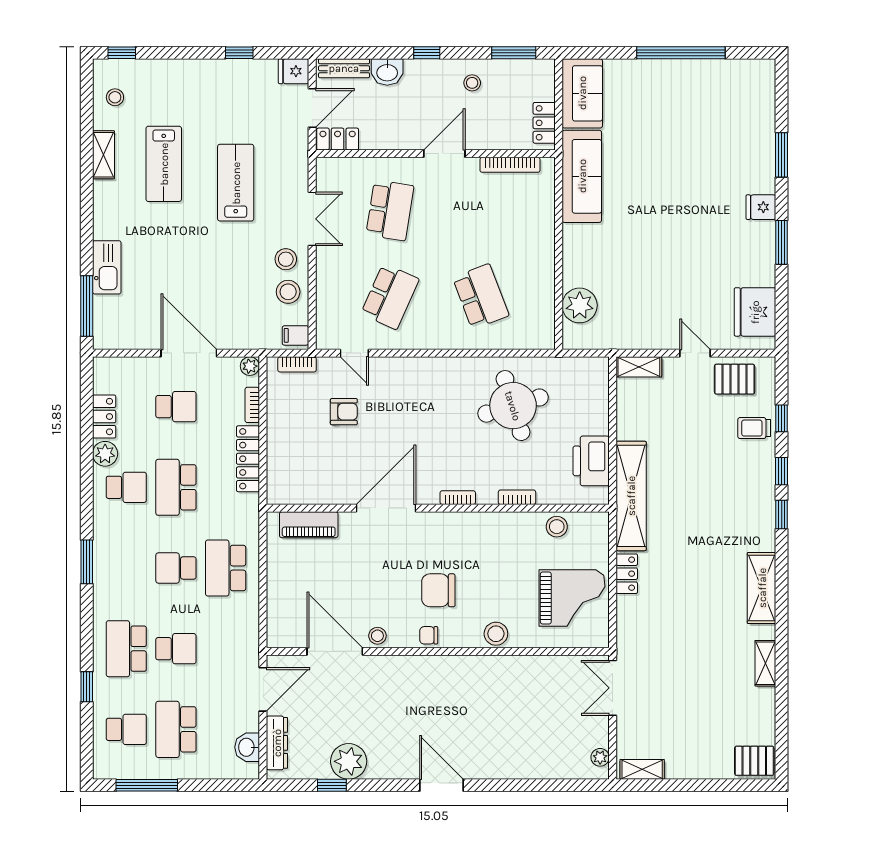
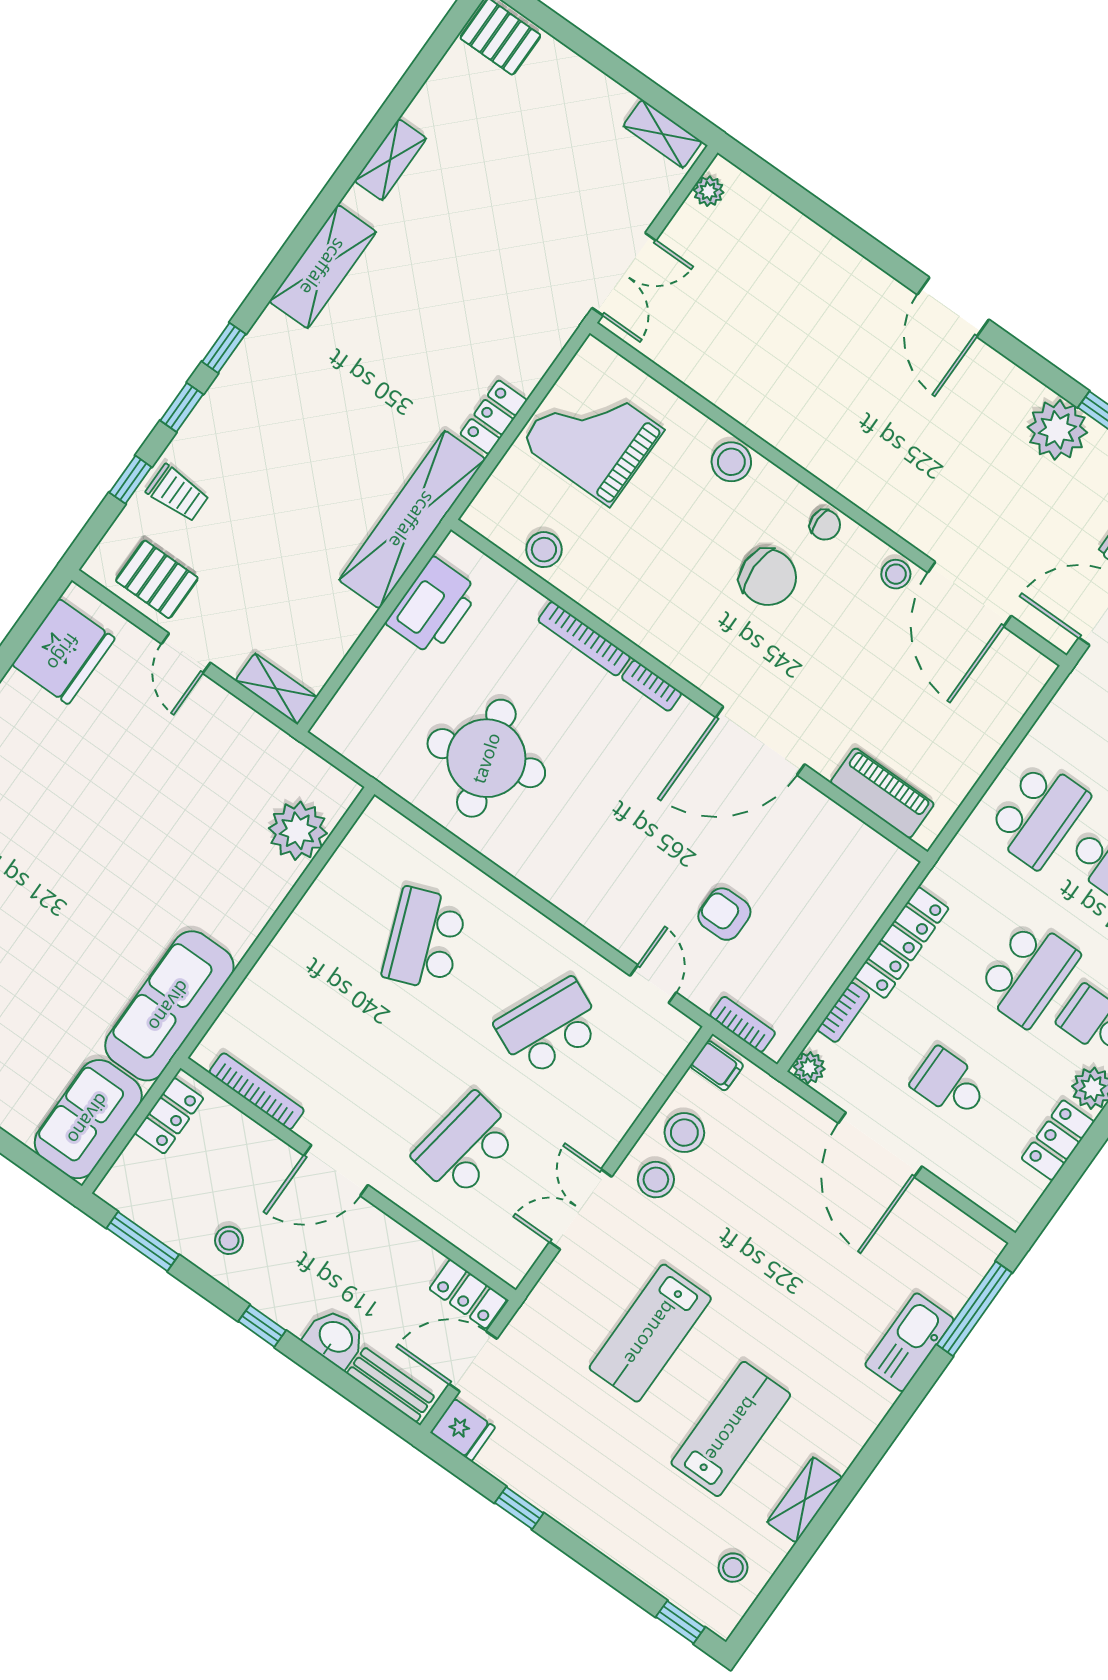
bookcase: (517, 497) -> (584, 639), width x1.56

